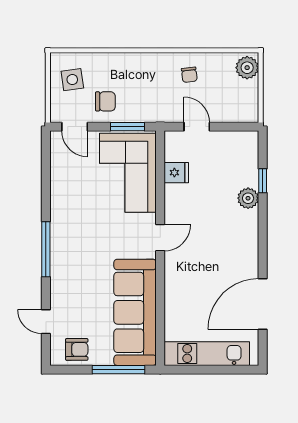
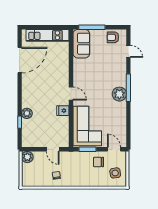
plant: (247, 68) -> (27, 157), moved
fridge: (176, 173) -> (63, 111), moved
plant: (64, 237) -> (119, 94), added
door: (160, 238) -> (71, 94), swing flipped
sofa: (135, 312) -> (81, 44), width x0.54, depth x0.79

